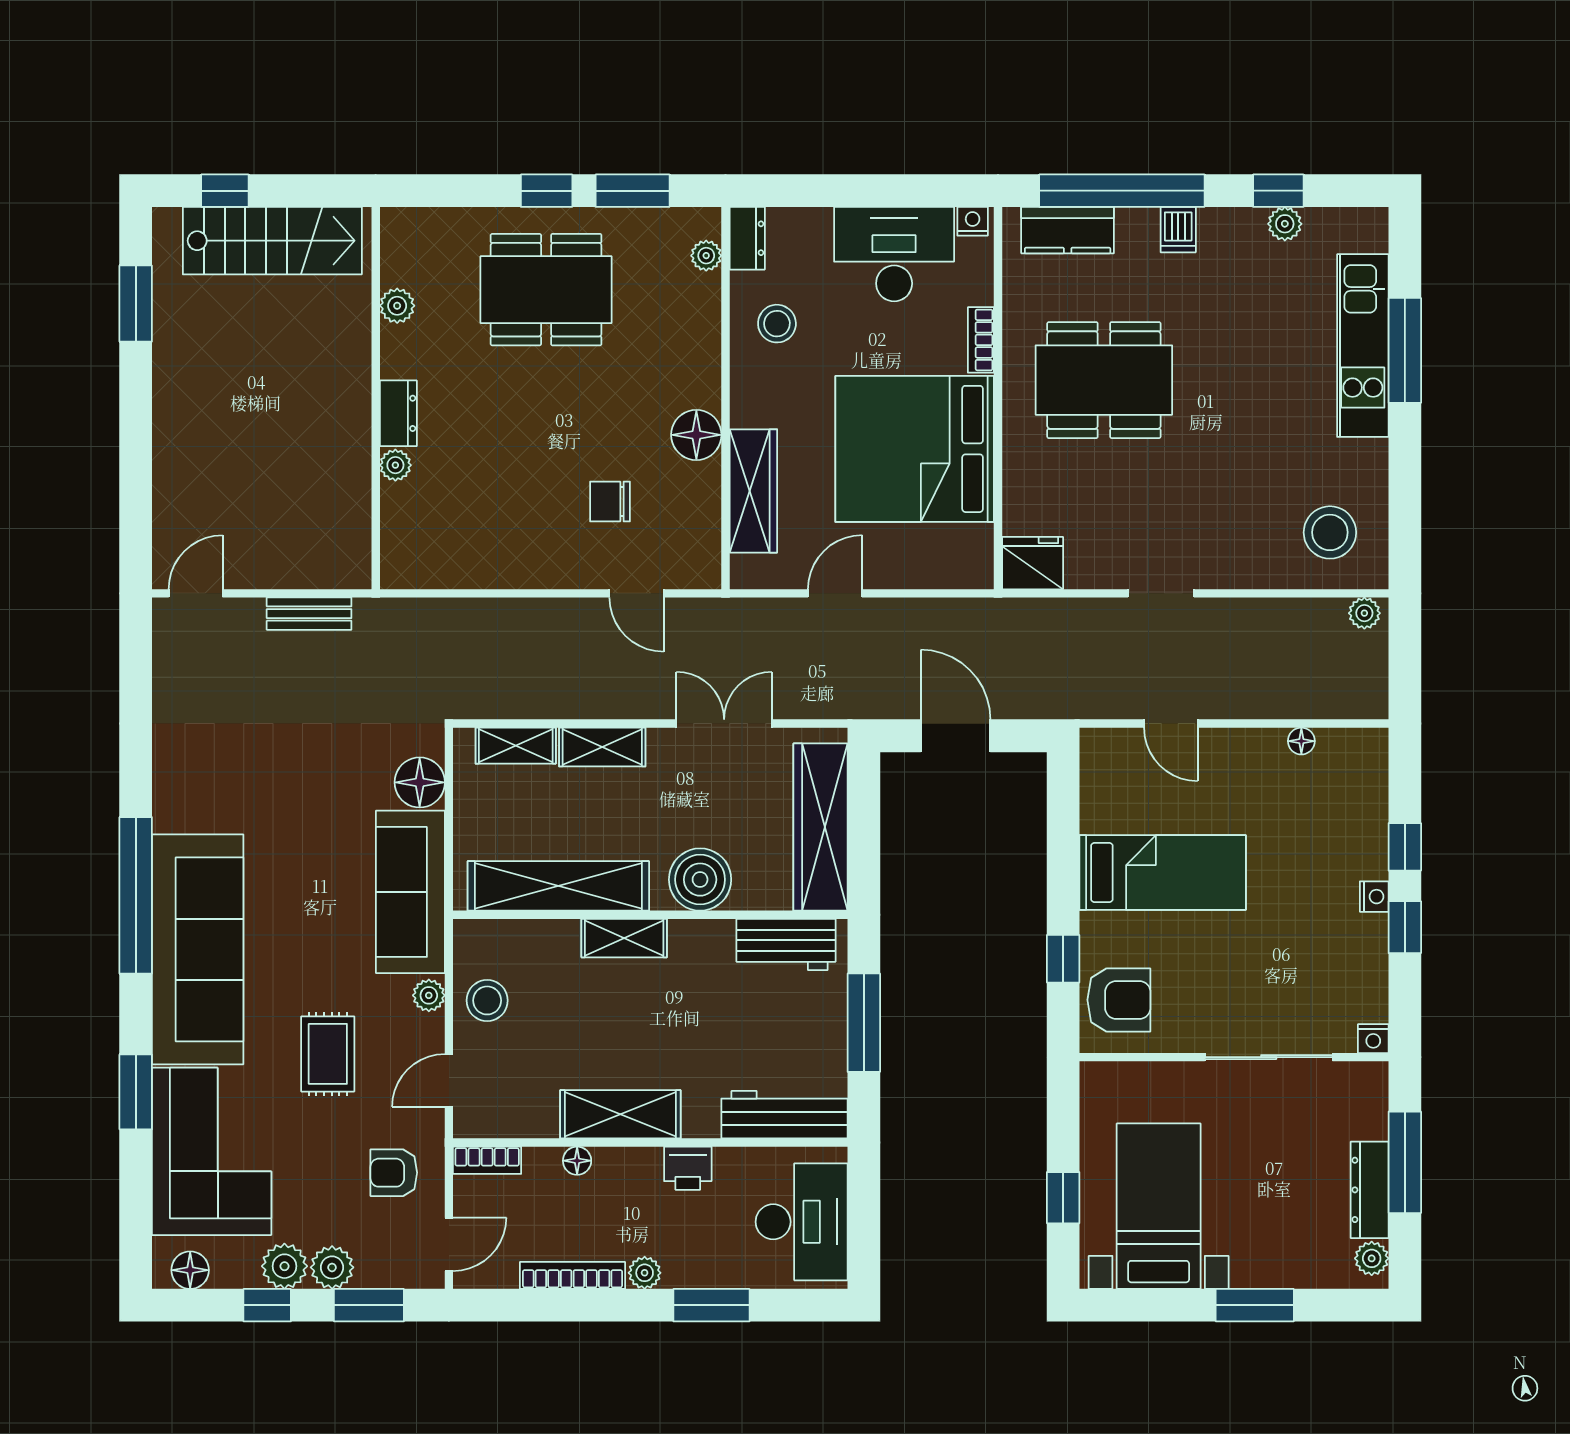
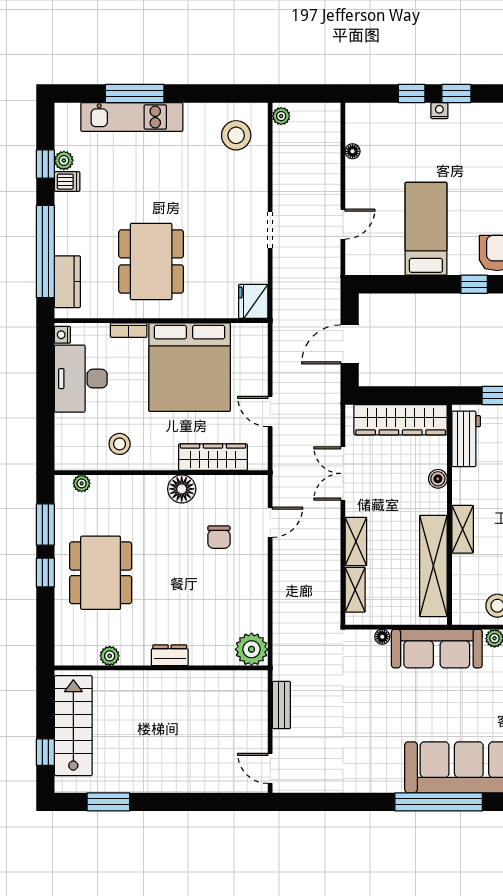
dishwasher: (1178, 230) -> (67, 182), moved
dresser: (747, 238) -> (72, 461), removed
plant: (395, 465) -> (252, 649), moved, width x1.88, depth x1.88
floor lamp: (420, 782) -> (382, 637), width x0.53, depth x0.53
boiler: (700, 880) -> (438, 479), width x0.54, depth x0.54

